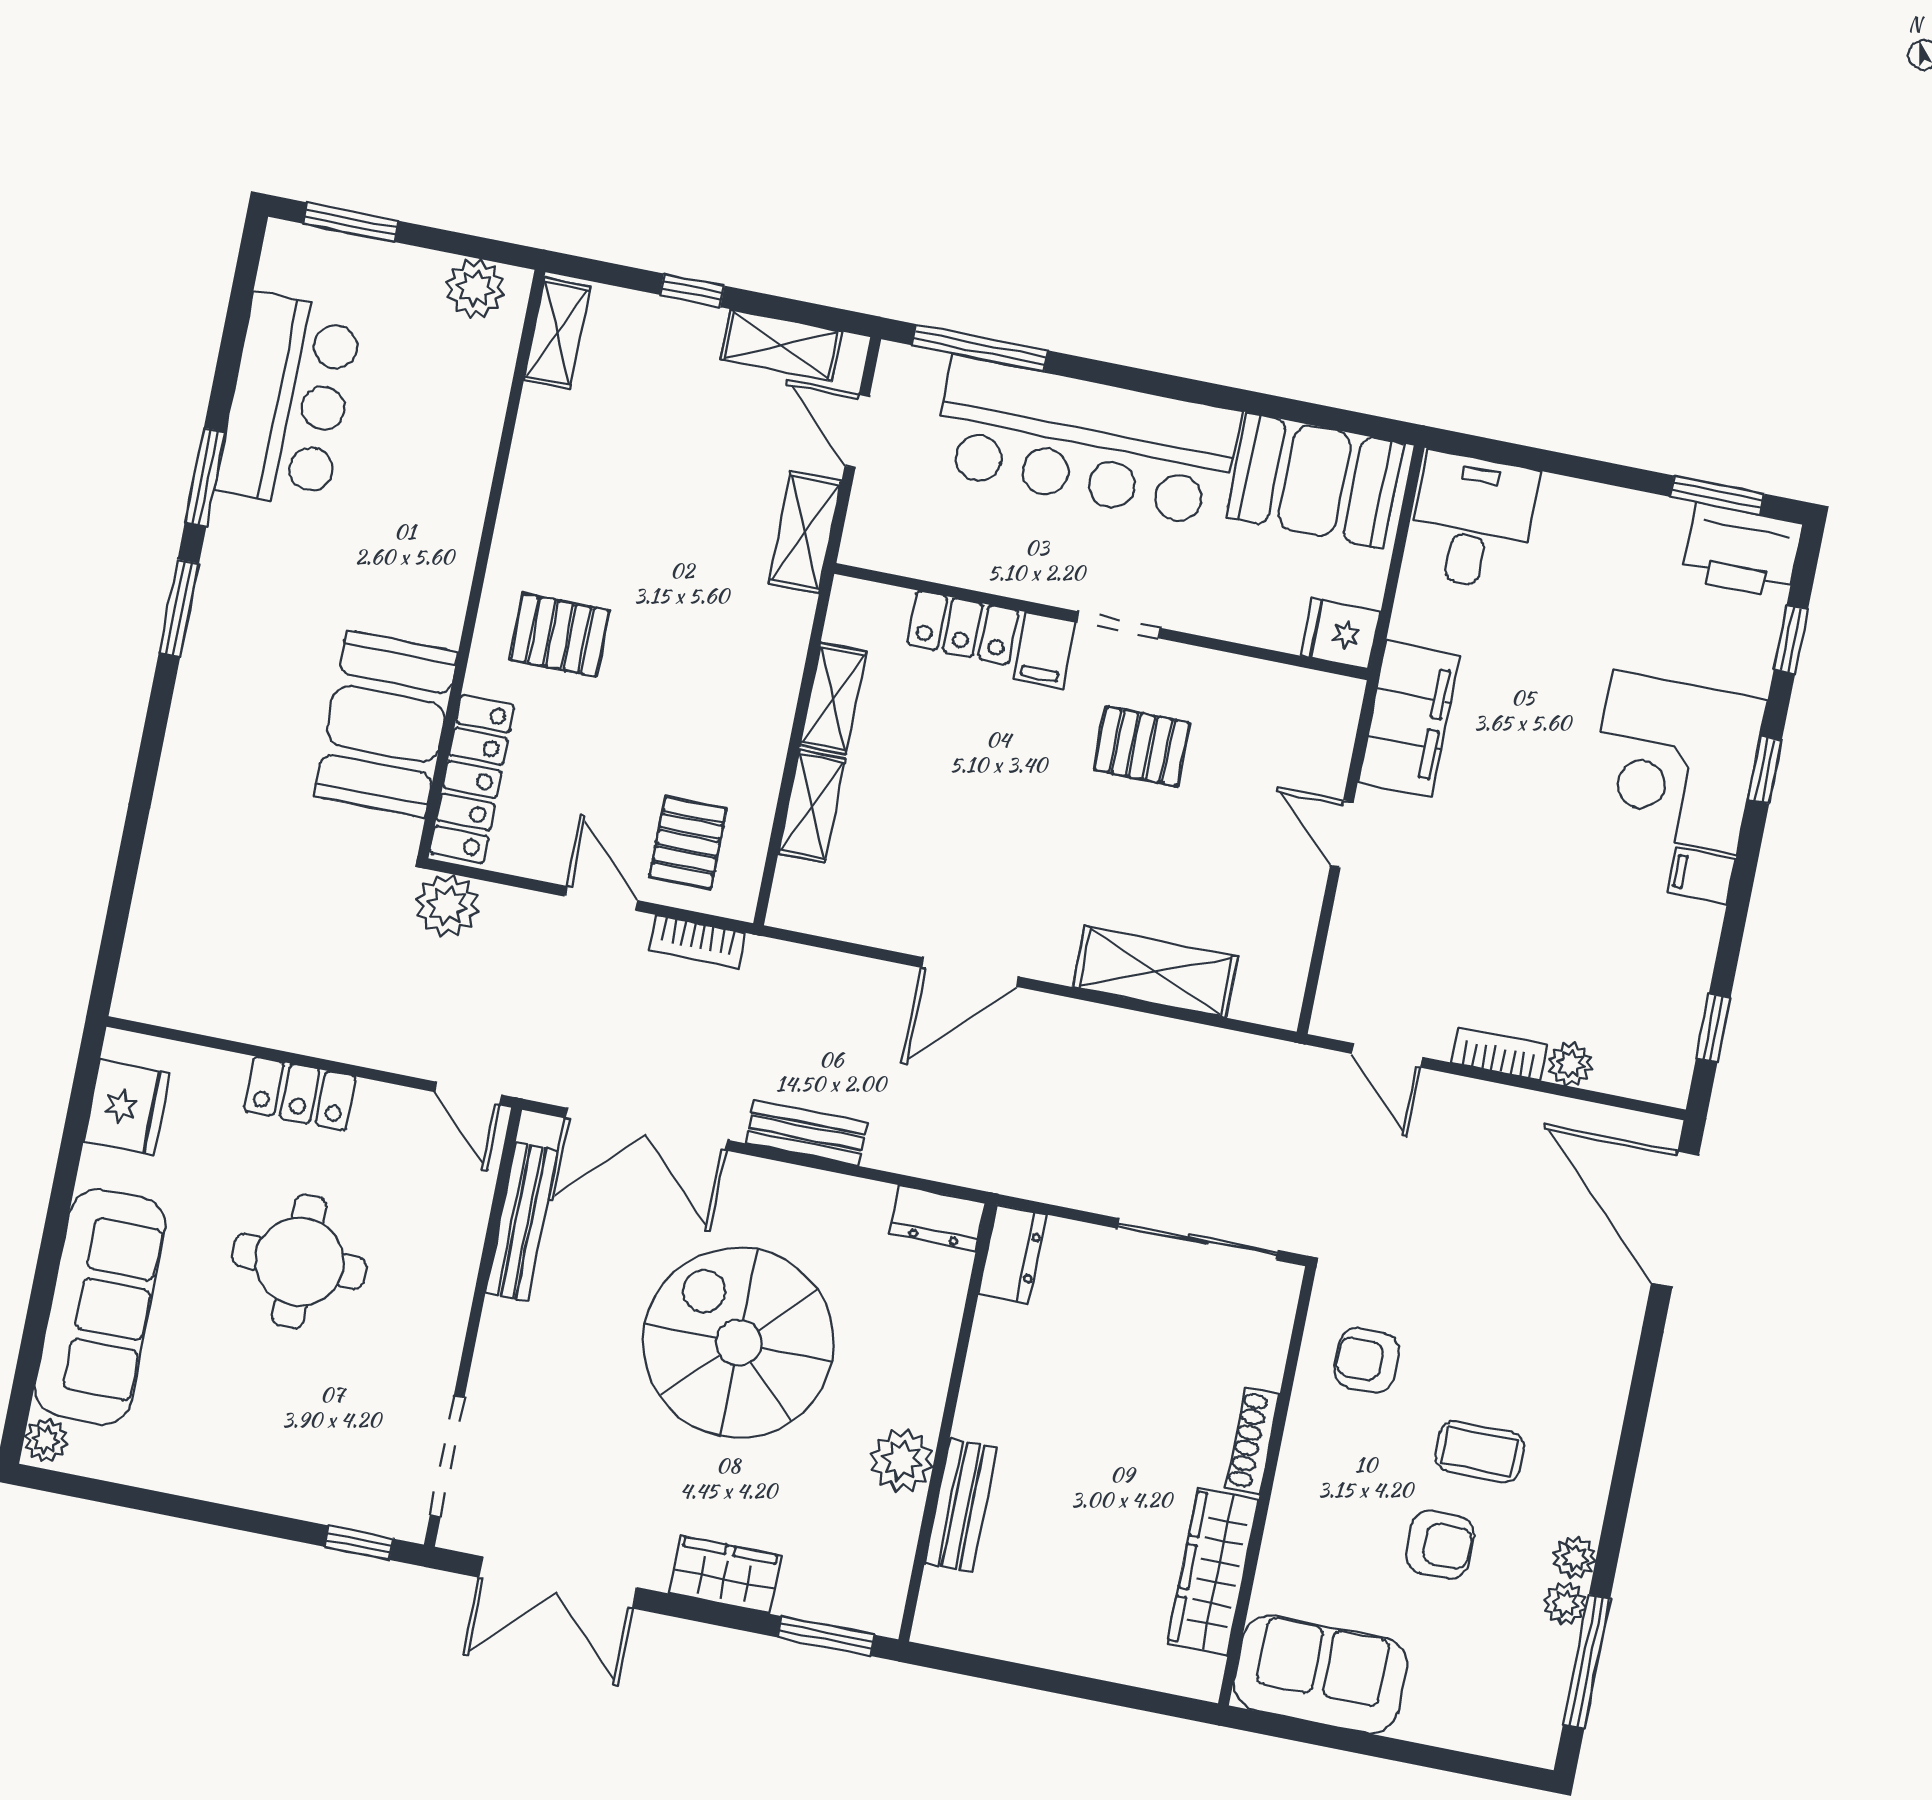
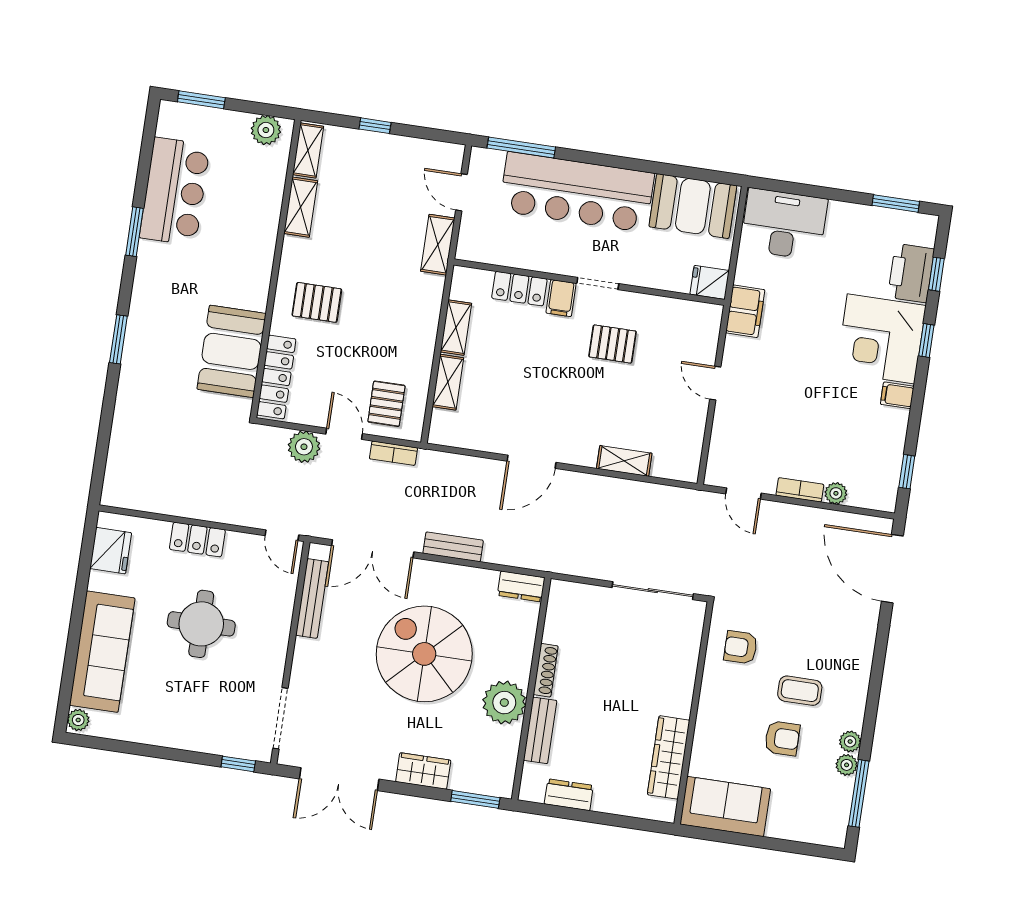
shelving: (781, 345) -> (301, 207), moved, turned 90
desk: (1472, 521) -> (784, 224), width x1.37
printer: (1742, 551) -> (911, 273), moved, turned 90
window: (179, 608) -> (118, 339), moved
filing cabinet: (1409, 719) -> (745, 311), width x0.67, depth x0.86
plant: (447, 906) -> (304, 447), moved
shelving: (1155, 972) -> (624, 461), width x0.67, depth x0.75
dresser: (1012, 1254) -> (569, 795), moved, turned -90
shoe rack: (1253, 1441) -> (546, 670), moved, turned 180
plant: (902, 1460) -> (504, 703), width x1.36, depth x1.36

